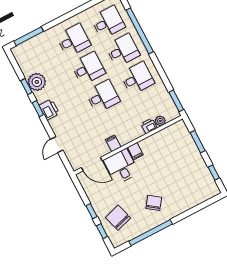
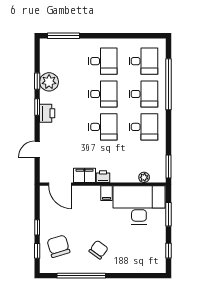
printer: (149, 126) -> (103, 177), moved
filing cabinet: (113, 143) -> (84, 175), width x2.00
desk: (121, 167) -> (139, 205), moved, width x1.87, depth x1.30

